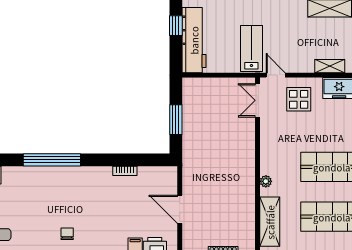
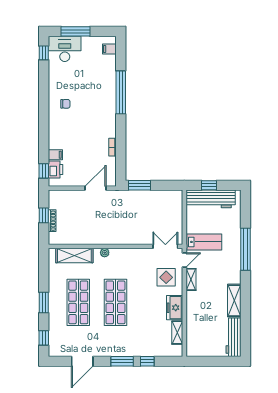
window: (176, 26) -> (209, 185), moved
shelving: (330, 66) -> (191, 279), moved
window: (176, 120) -> (139, 185), moved
door: (180, 209) -> (95, 188), moved

